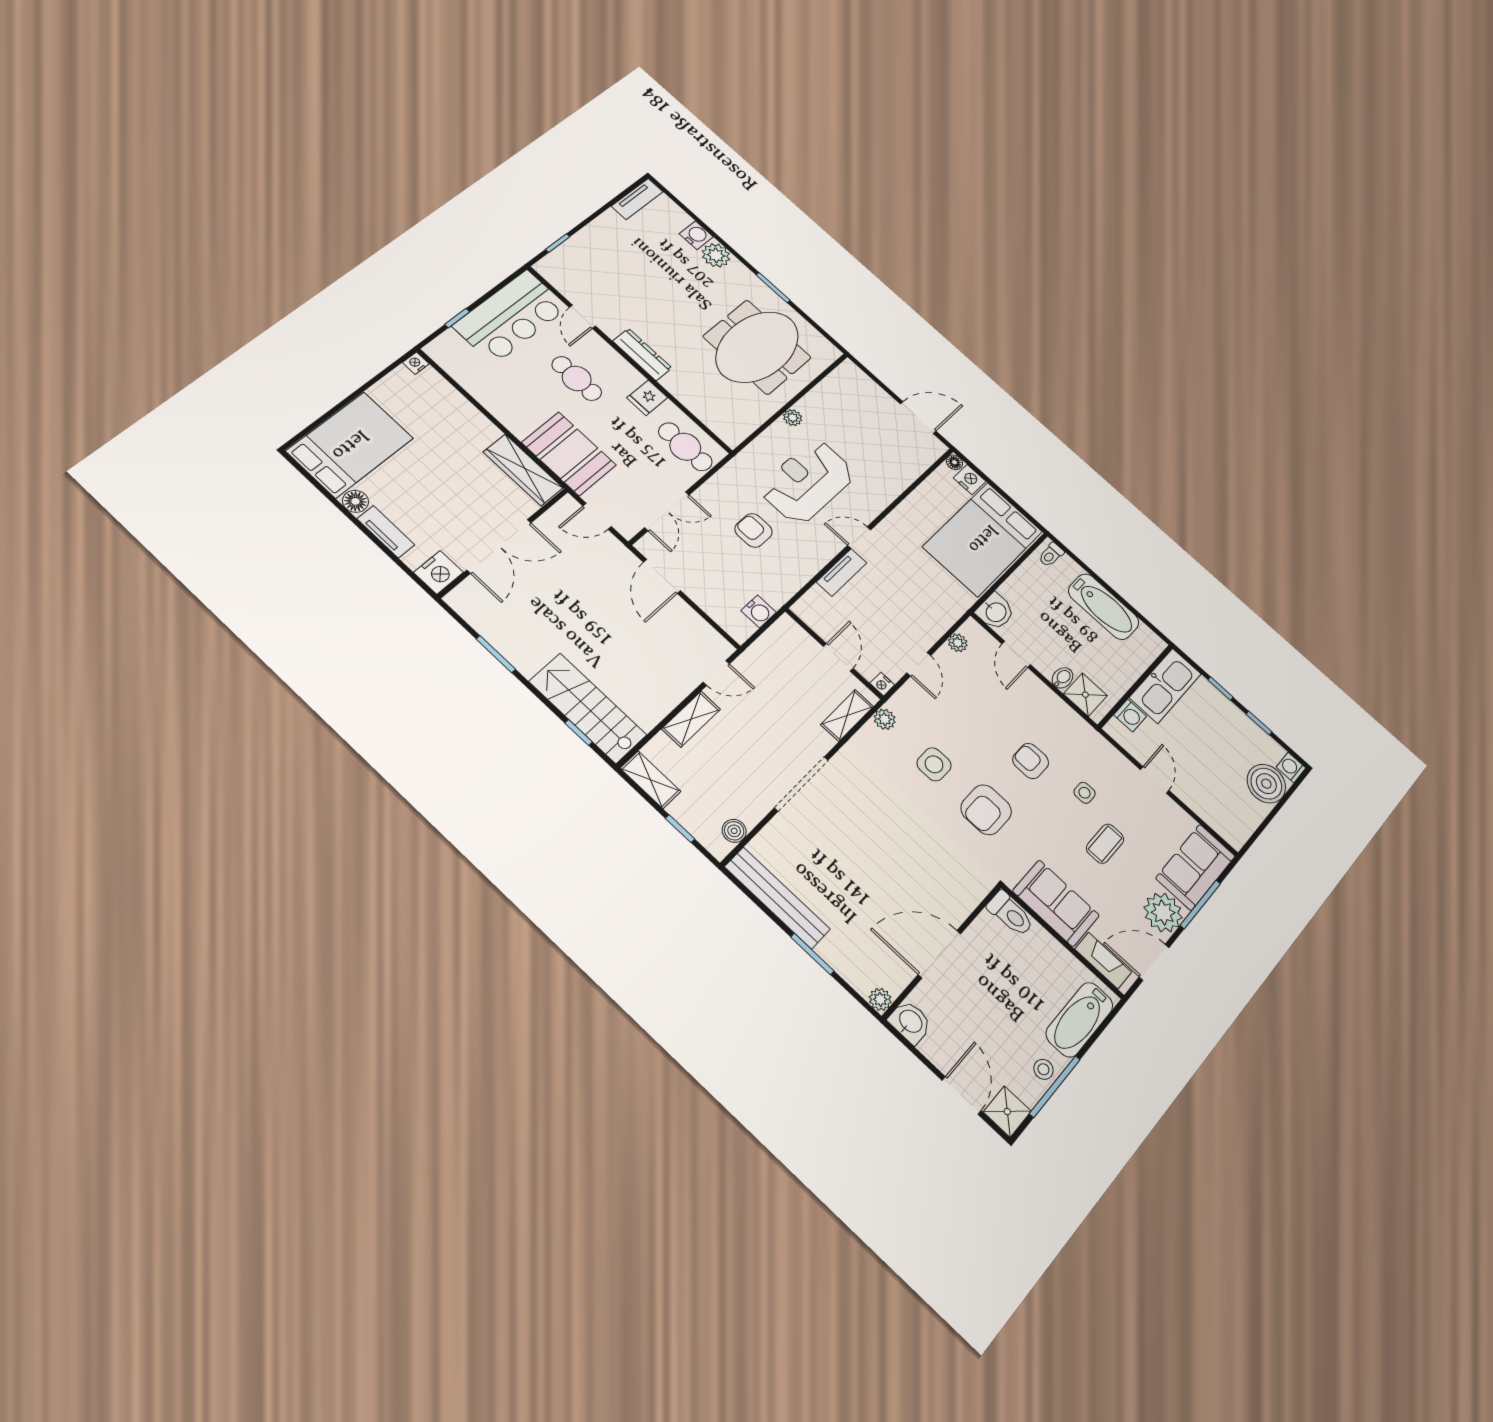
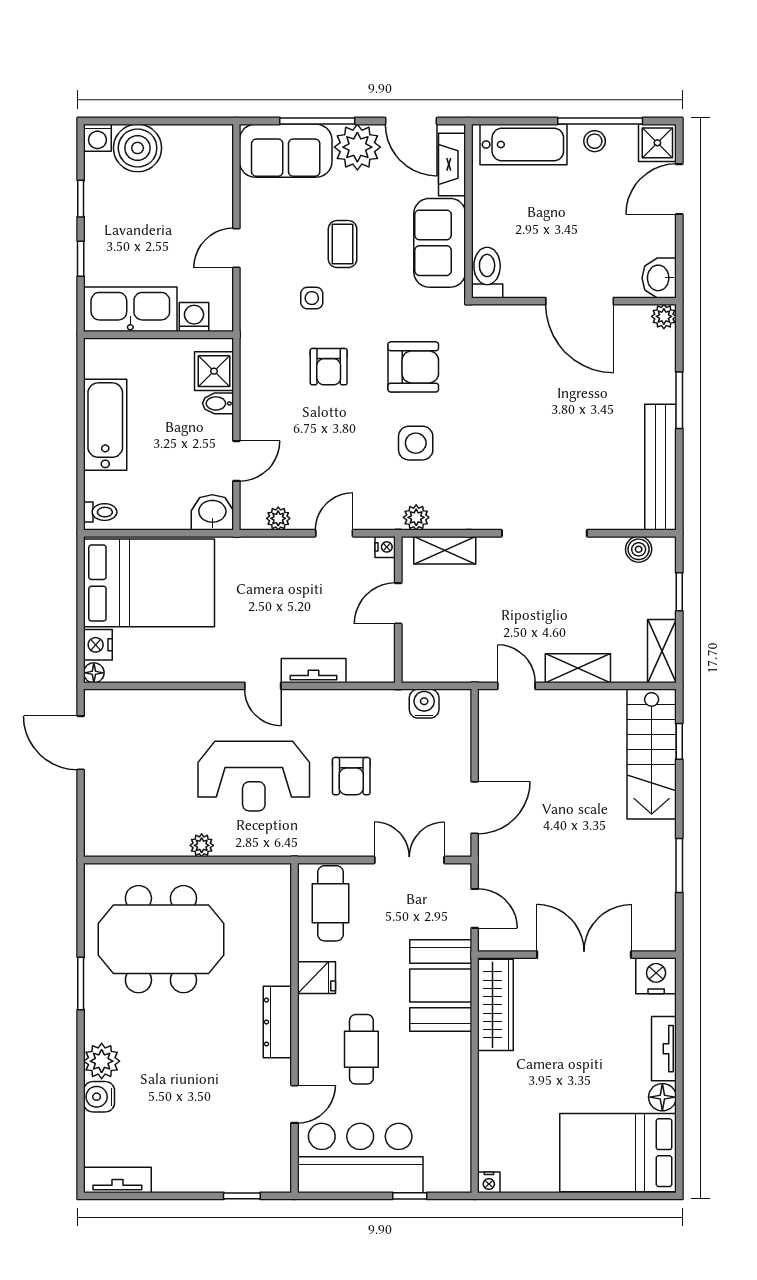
coffee table: (1105, 844) -> (343, 244), turned 90

